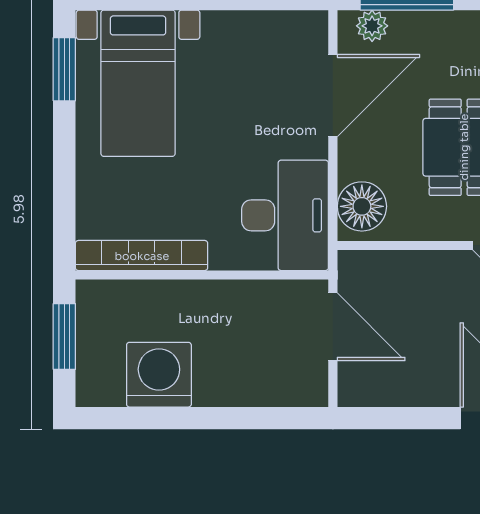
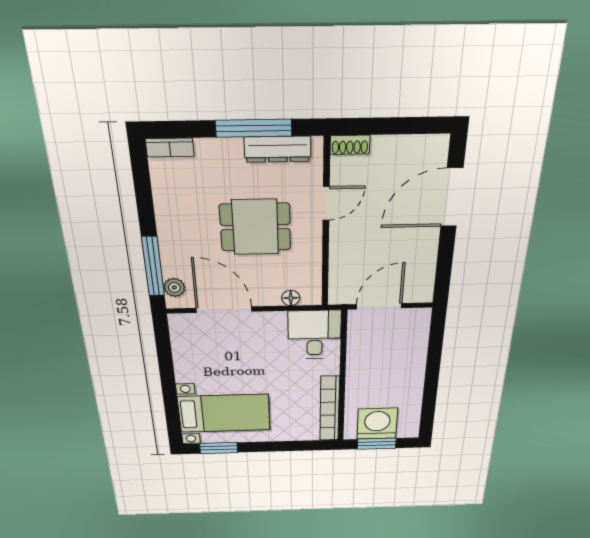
floor lamp: (362, 206) -> (291, 298), width x0.53, depth x0.53
desk: (285, 215) -> (315, 335), width x0.73
washing machine: (159, 375) -> (377, 424), moved, turned 90

